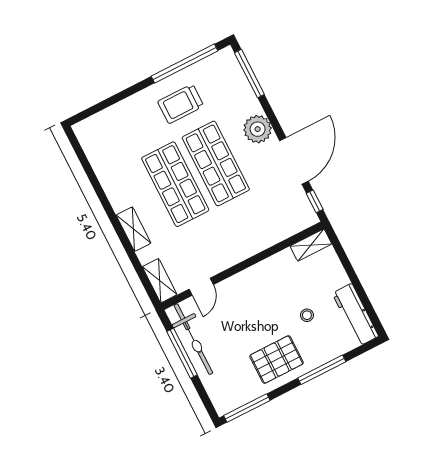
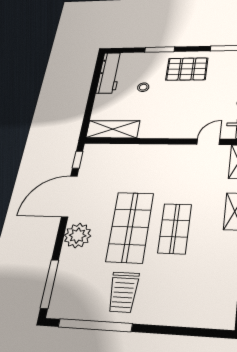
trolley: (181, 104) -> (123, 292), turned 90
shop shelf: (175, 184) -> (175, 228), width x0.70, depth x0.74
shelving: (311, 245) -> (113, 129), width x1.50, depth x1.33
window: (322, 370) -> (160, 50), width x0.69

